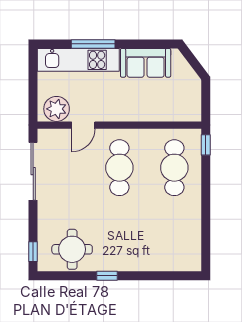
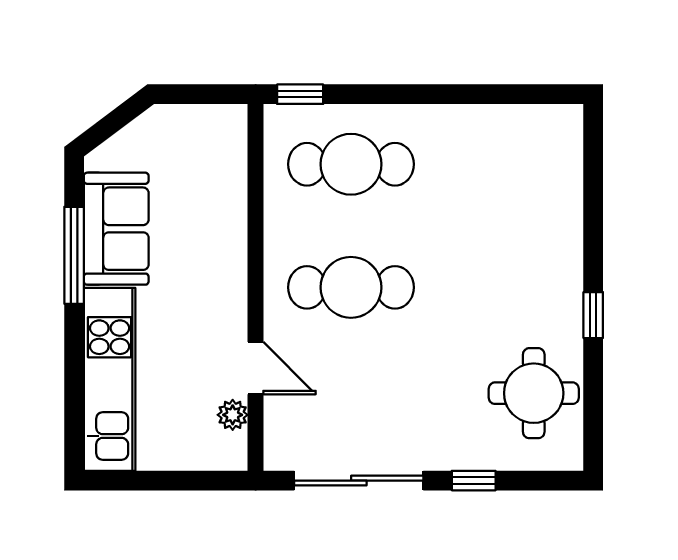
window: (93, 44) -> (74, 255), moved
plant: (57, 109) -> (233, 415), width x0.53, depth x0.53
window: (33, 252) -> (474, 481), moved

